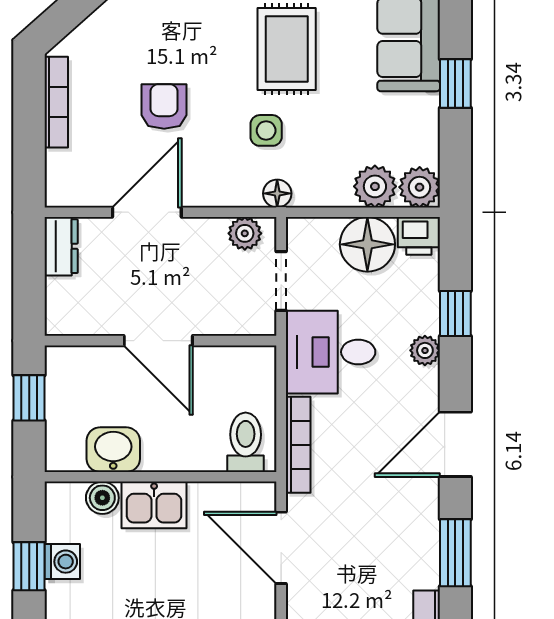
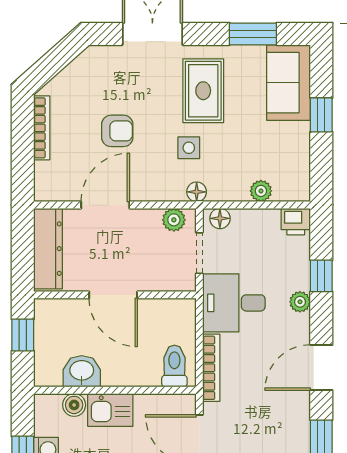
armchair: (164, 106) -> (117, 131), turned 90
plant: (375, 186) -> (261, 191), width x0.73, depth x0.73
plant: (420, 187) -> (296, 187), removed
floor lamp: (367, 244) -> (220, 218), moved, width x0.53, depth x0.53
dresser: (61, 246) -> (48, 249), width x1.96, depth x1.24

